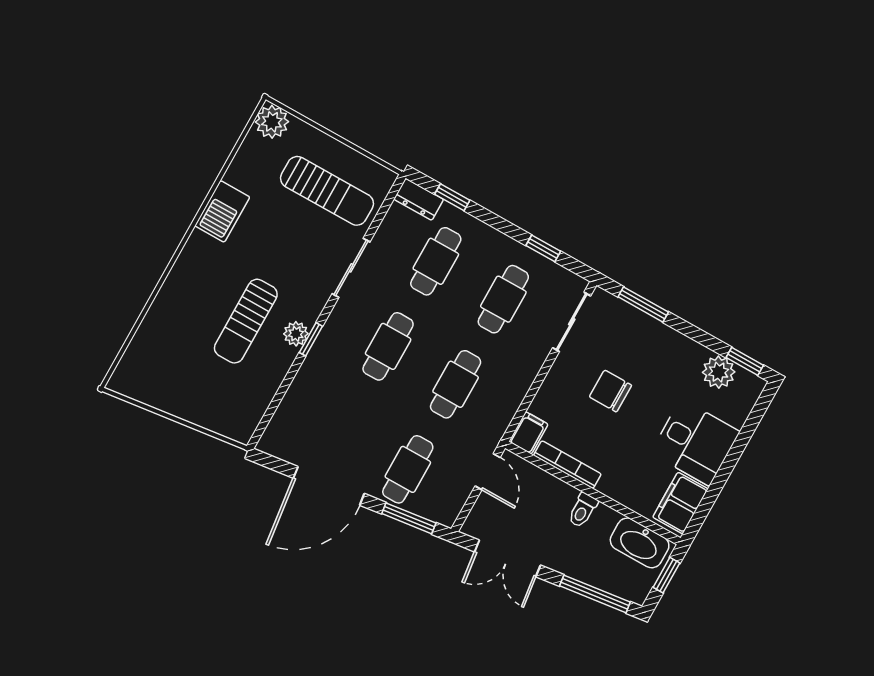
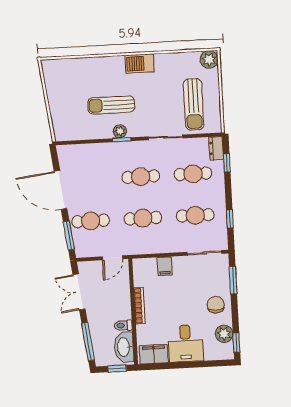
barbecue: (222, 211) -> (140, 64), moved
chair: (610, 391) -> (216, 305), moved
filing cabinet: (528, 433) -> (165, 266), moved, turned 90
bookcase: (567, 465) -> (139, 306), moved
toilet: (583, 510) -> (123, 325), moved

